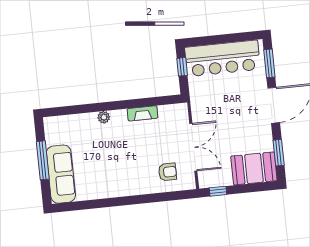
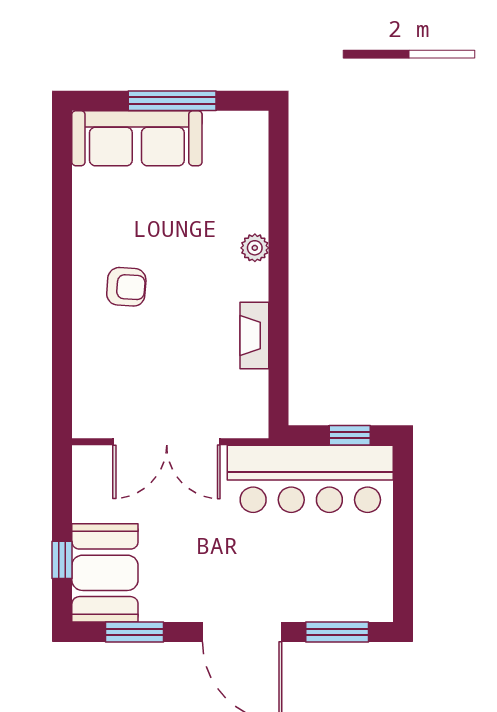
bar counter: (223, 58) -> (310, 479), moved, turned -90
armchair: (167, 172) -> (126, 287), moved, turned -86
window: (218, 191) -> (62, 560), moved

